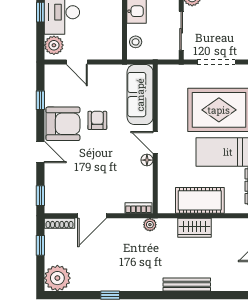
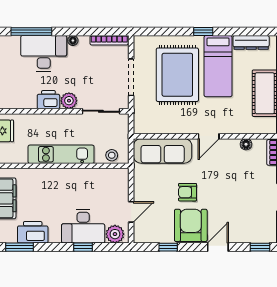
floor lamp: (147, 160) -> (246, 144), moved

